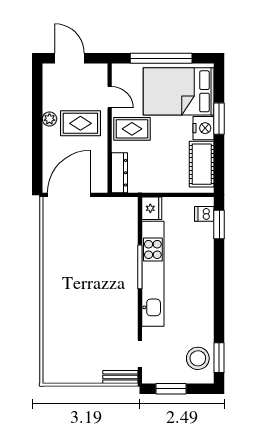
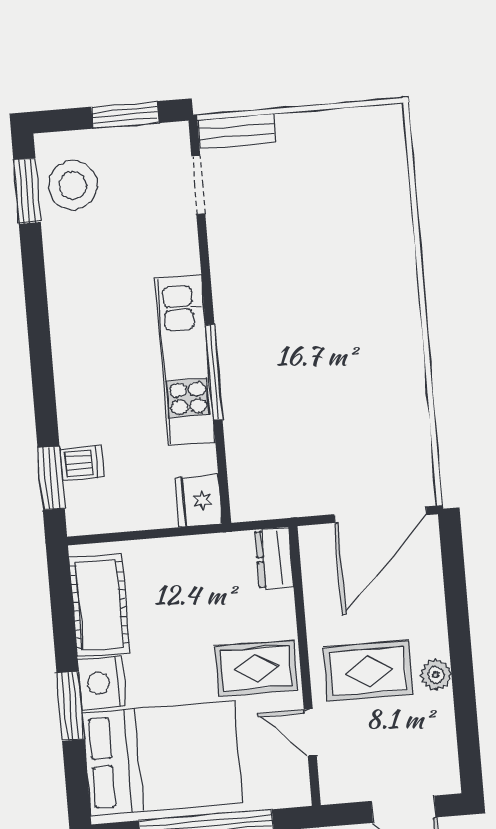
dresser: (119, 173) -> (274, 558), width x0.70
dishwasher: (204, 214) -> (82, 463), moved
kitchen unit: (153, 274) -> (185, 360), width x0.73

